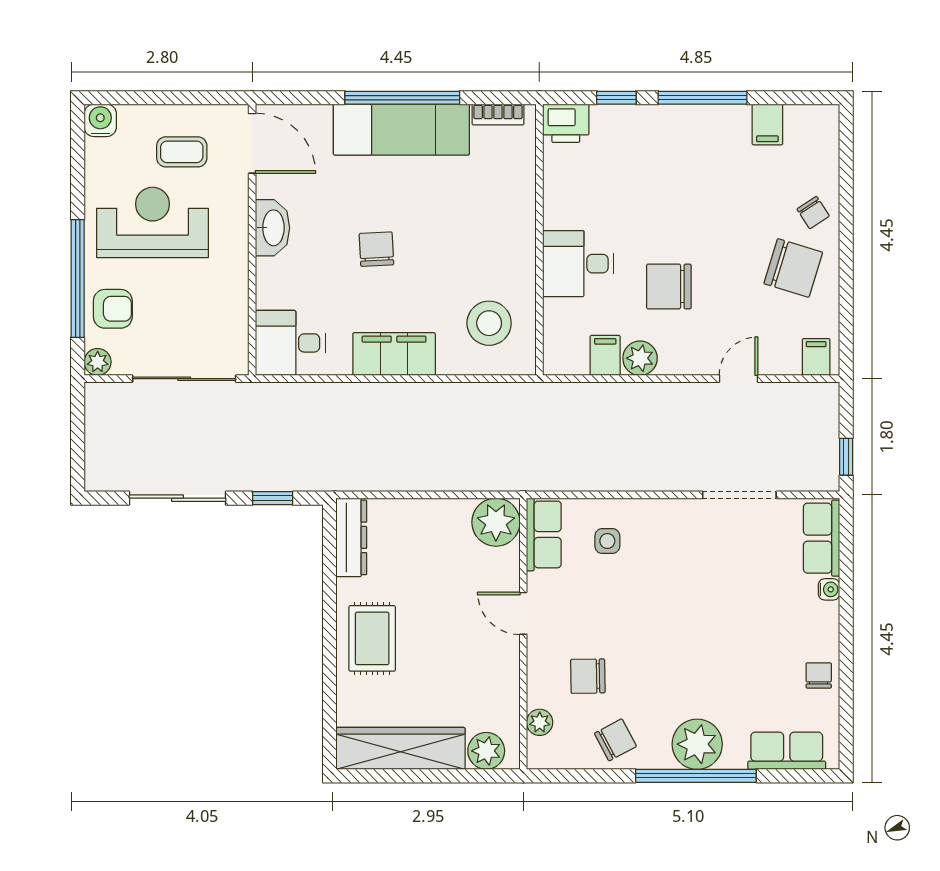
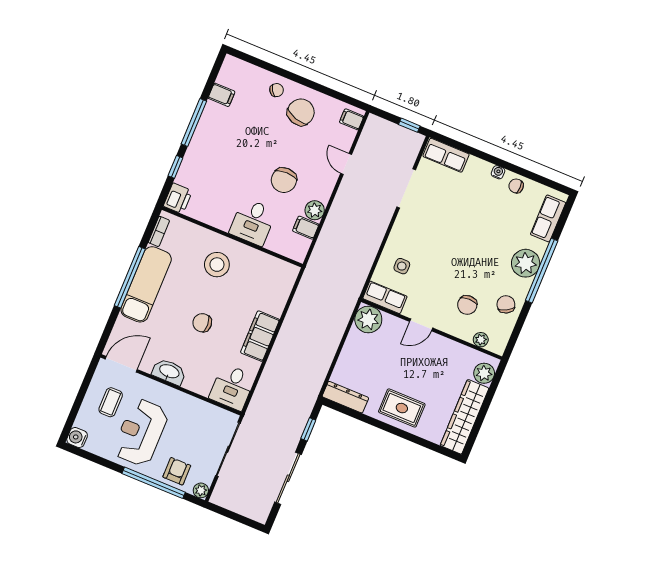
stool: (489, 323) -> (217, 265), moved
water cooler: (829, 589) -> (498, 172), moved

